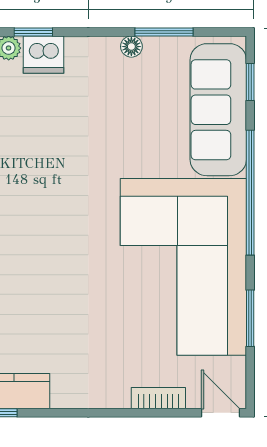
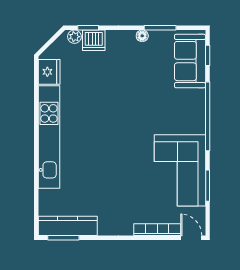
sofa: (218, 110) -> (190, 61), width x0.73
corner sofa: (183, 267) -> (180, 170), width x0.73, depth x0.74
bookcase: (158, 398) -> (157, 230), width x1.56

